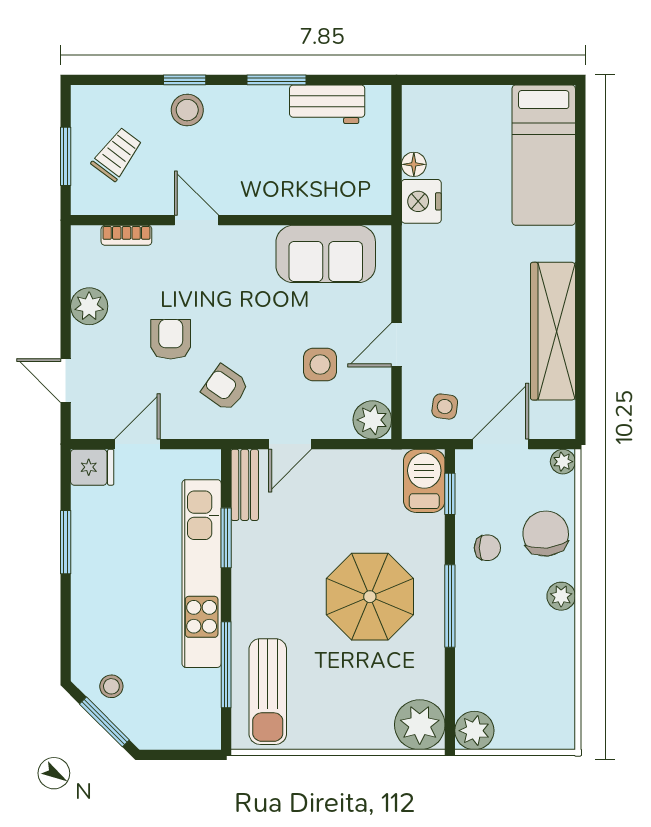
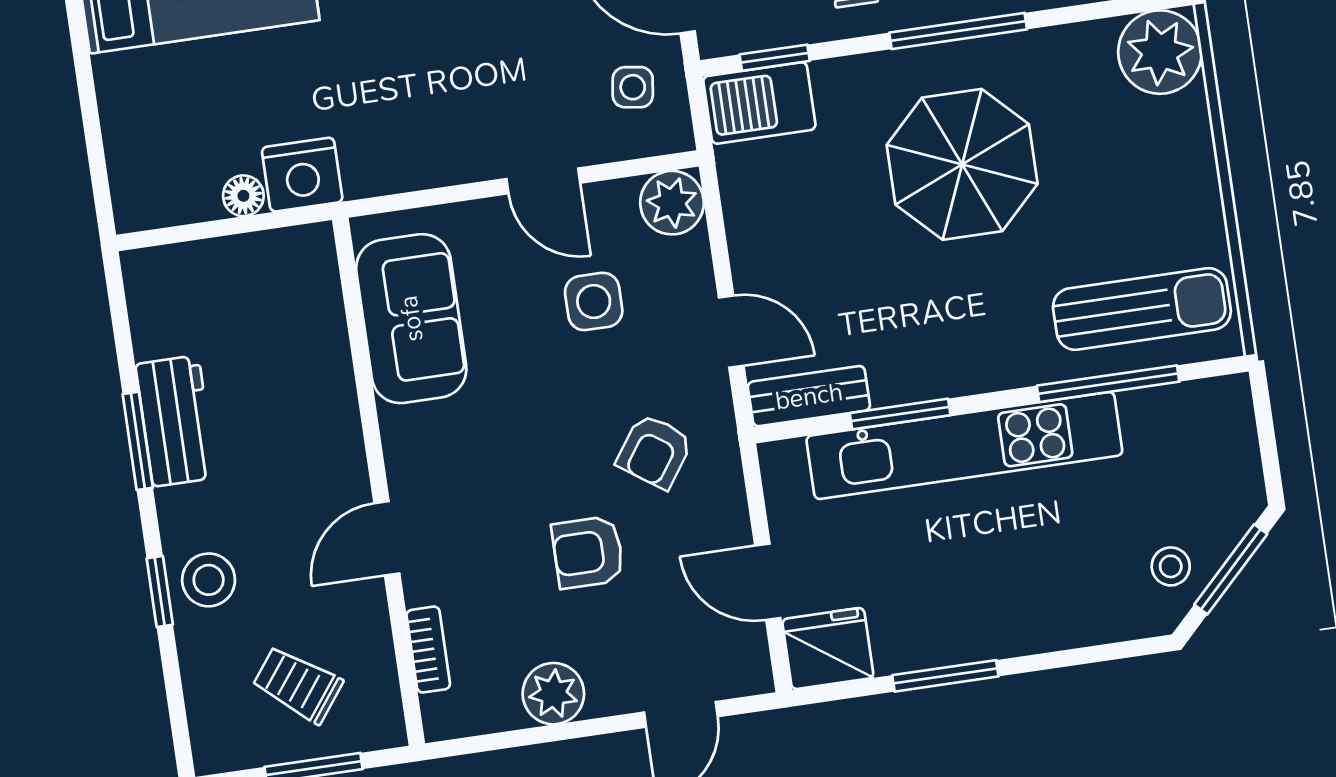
workbench: (327, 104) -> (176, 421), moved
fridge: (92, 467) -> (828, 649), width x1.38

